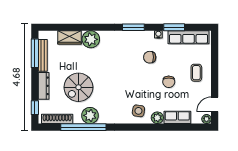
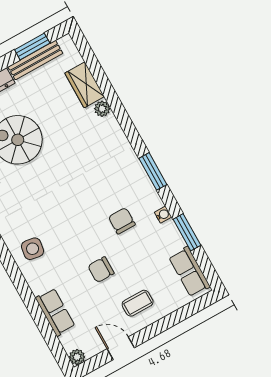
row of seats: (189, 37) -> (189, 272), width x0.68
plant: (91, 39) -> (102, 109), width x0.53, depth x0.53
window: (35, 53) -> (32, 46), width x0.69
door: (215, 104) -> (121, 348), moved
plant: (157, 118) -> (38, 283), removed

